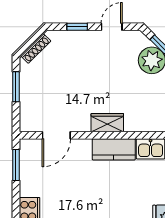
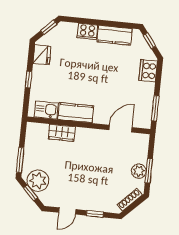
plant: (28, 85) -> (139, 171), added
wardrobe: (107, 123) -> (62, 133), moved

